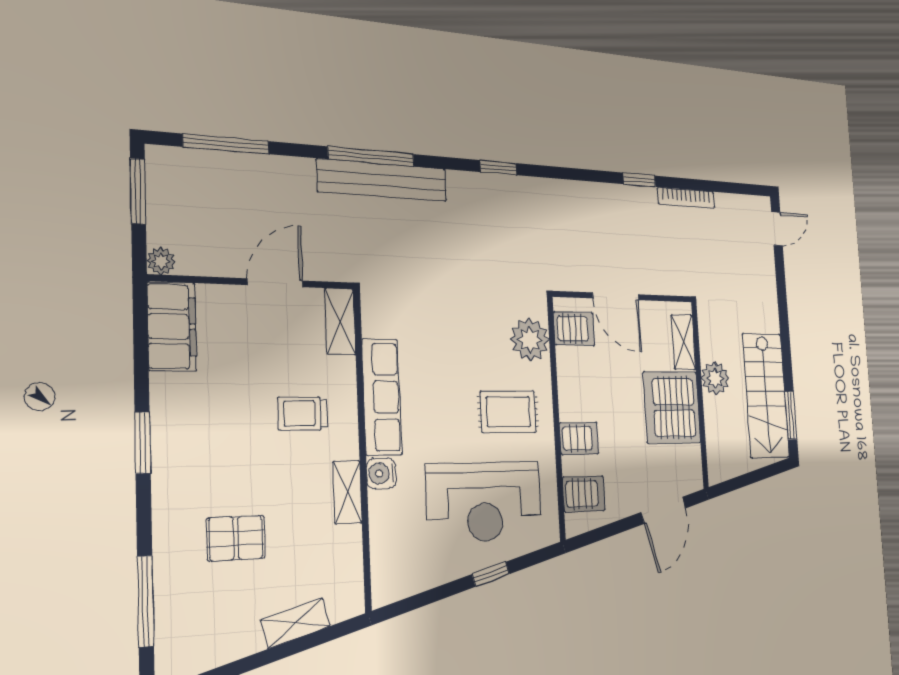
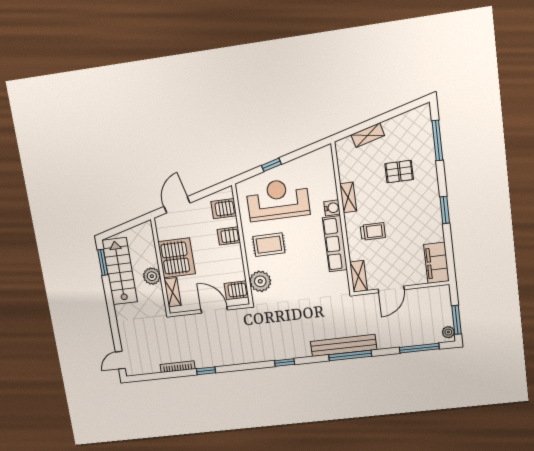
plant: (161, 261) -> (448, 332), moved

